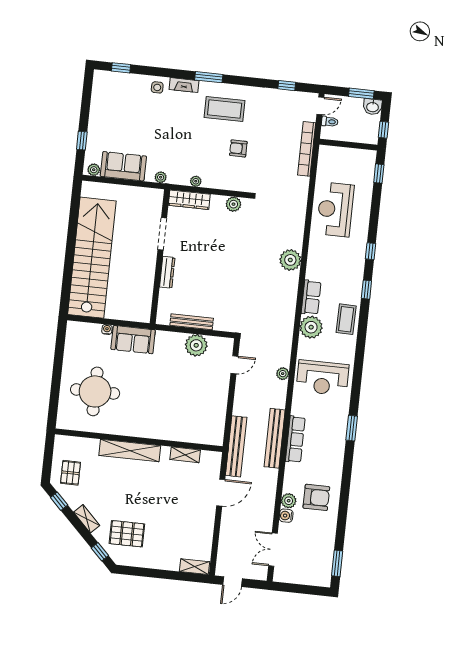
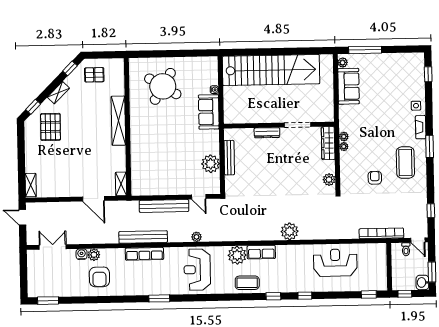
window: (82, 141) -> (365, 50), width x2.17
plant: (161, 177) -> (344, 137), moved
round table: (95, 391) -> (163, 86), turned 31
bench: (236, 446) -> (164, 206), moved
shelving: (185, 455) -> (121, 184), moved

